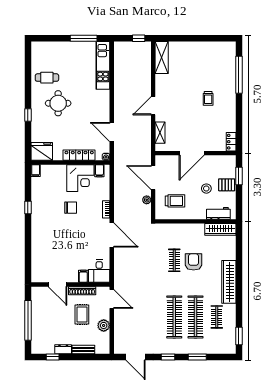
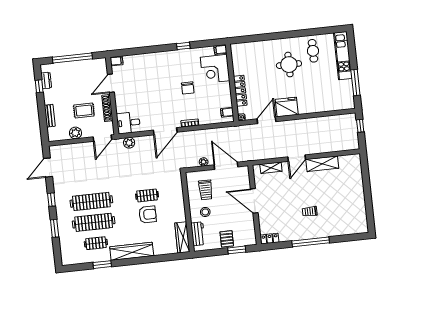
window: (139, 38) -> (360, 126), moved
shelving: (162, 58) -> (322, 164), moved
kitchen unit: (103, 65) -> (343, 56), moved, turned -90
window: (239, 75) -> (311, 242), moved
door: (153, 106) -> (297, 158), swing flipped
window: (28, 115) -> (274, 36), removed
fridge: (42, 151) -> (287, 107), moved, turned -90
corner desk: (80, 178) -> (215, 69), moved
door: (153, 178) -> (226, 166), hinge flipped
stool: (206, 189) -> (205, 212), moved
plant: (119, 273) -> (129, 143), added
filing cabinet: (83, 276) -> (117, 61), moved
window: (239, 336) -> (102, 265), moved
dresser: (63, 349) -> (46, 81), moved

